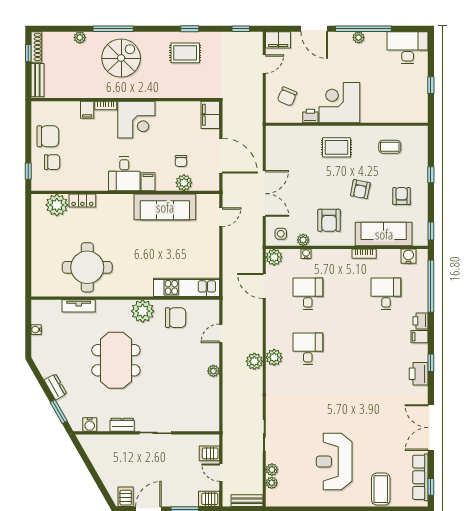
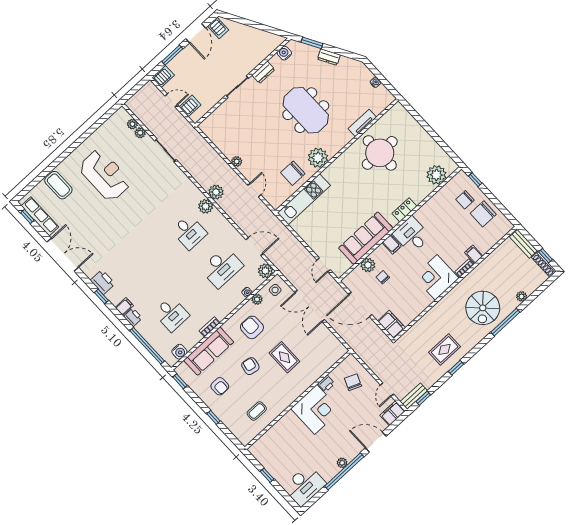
rug: (336, 147) -> (284, 357), moved, turned 90
locker: (82, 201) -> (404, 210), moved
desk: (308, 294) -> (222, 267), width x1.37
bench: (247, 501) -> (414, 396), moved

